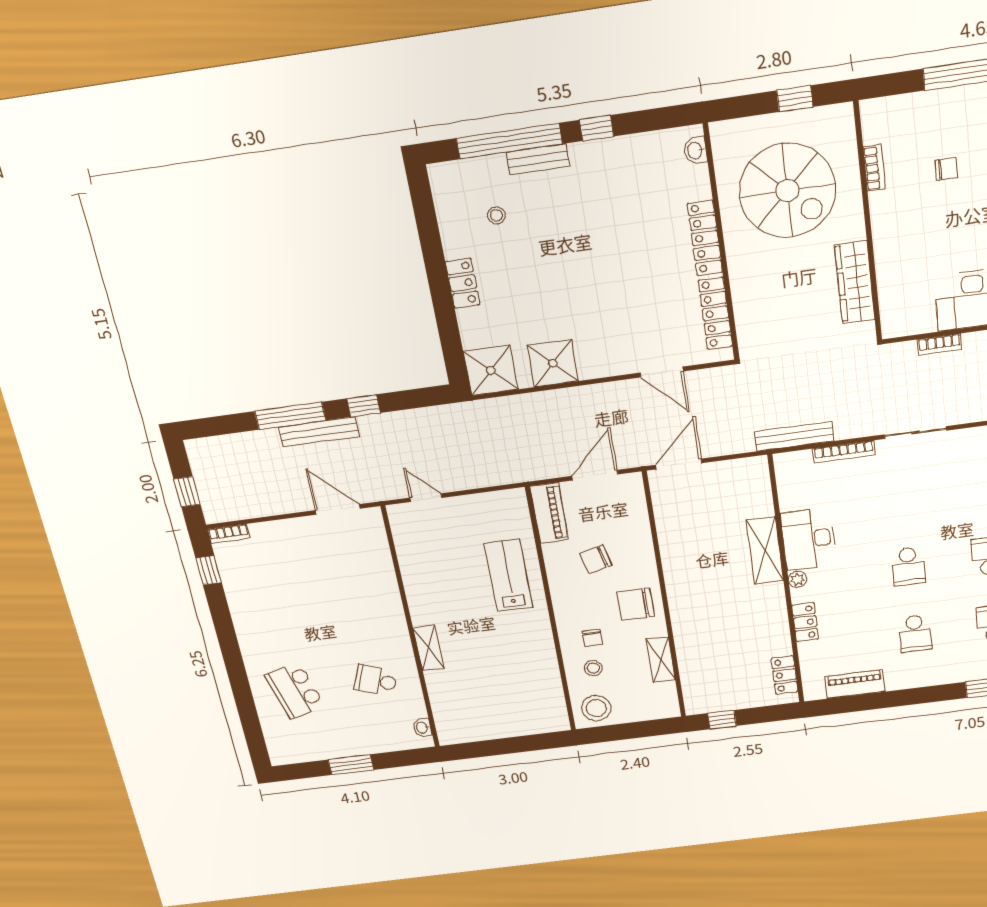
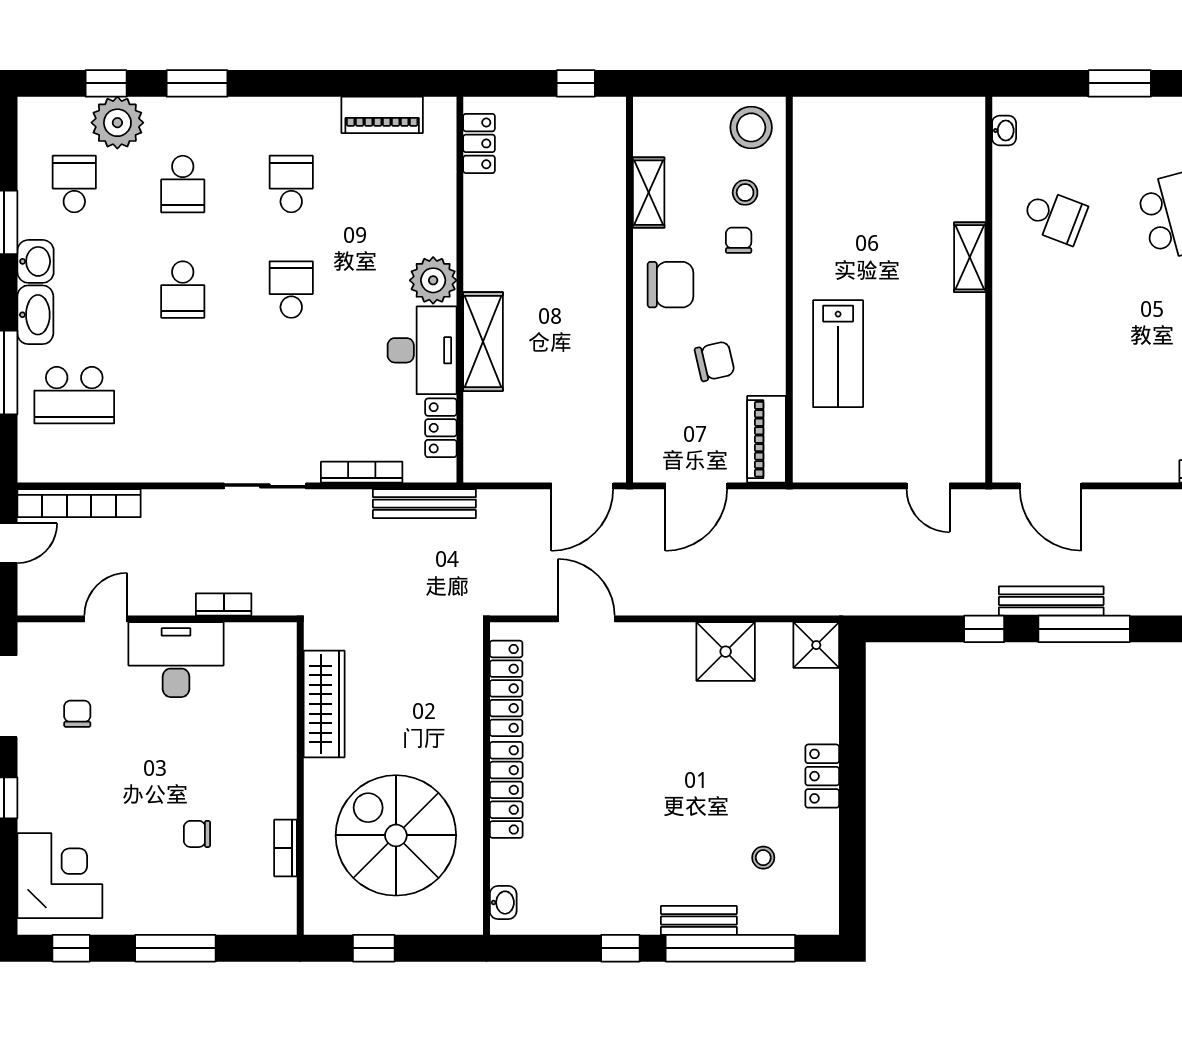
shower: (491, 370) -> (816, 645), width x0.73, depth x0.73
plant: (797, 579) -> (433, 280), width x1.88, depth x1.88
locker: (805, 622) -> (441, 428), moved

